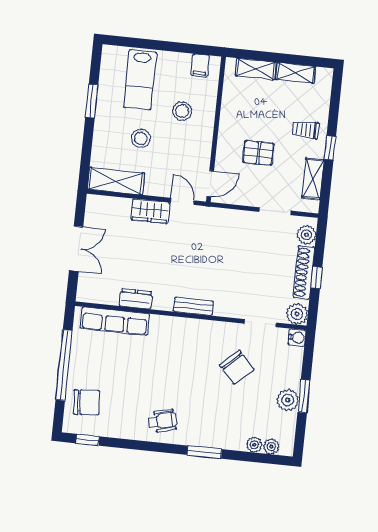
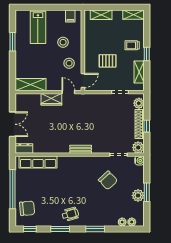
shelving: (296, 73) -> (134, 15), moved
stool: (141, 138) -> (69, 63), moved
dresser: (136, 299) -> (24, 148), moved
window: (142, 446) -> (60, 229), added

